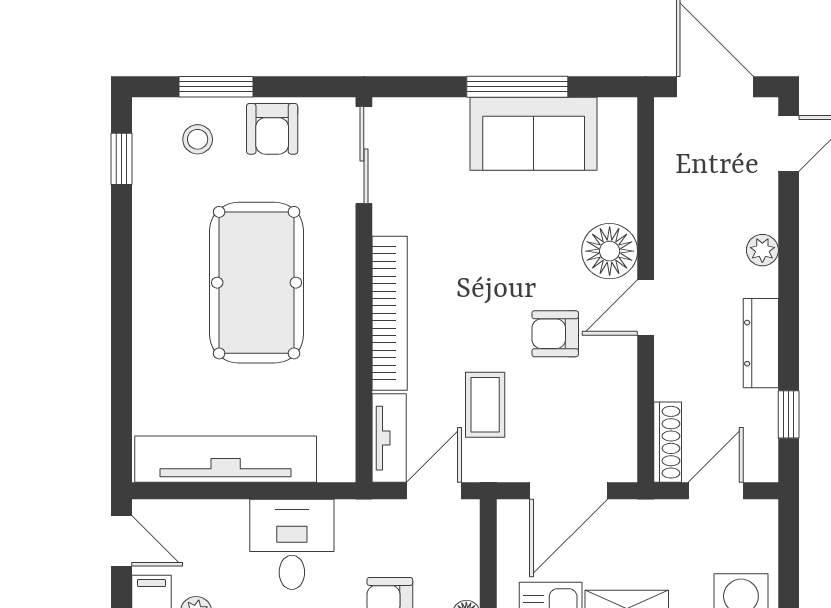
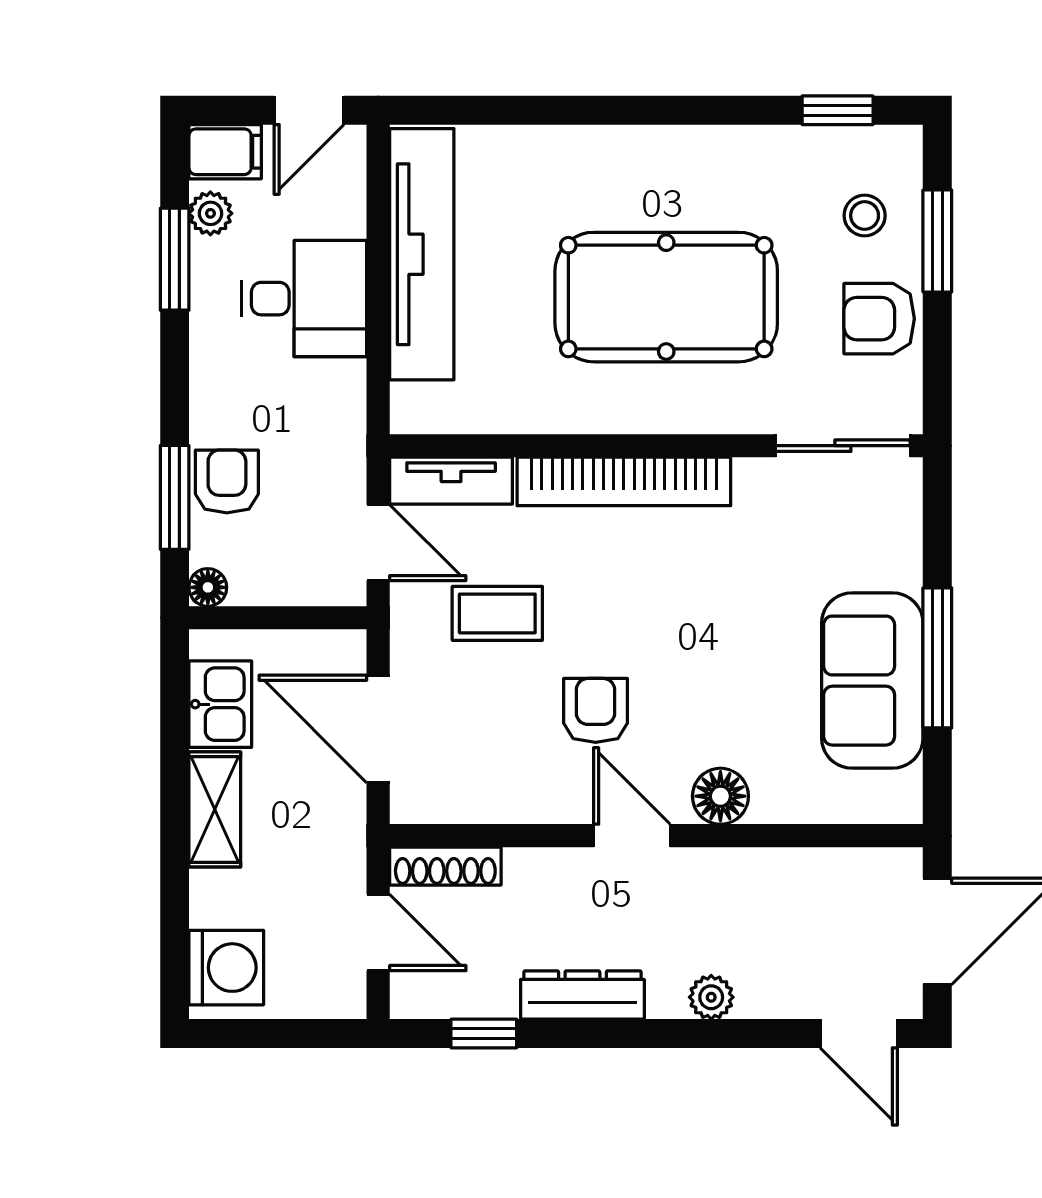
floor lamp: (610, 251) -> (720, 796), width x0.73, depth x0.73
desk: (292, 544) -> (304, 299), moved

